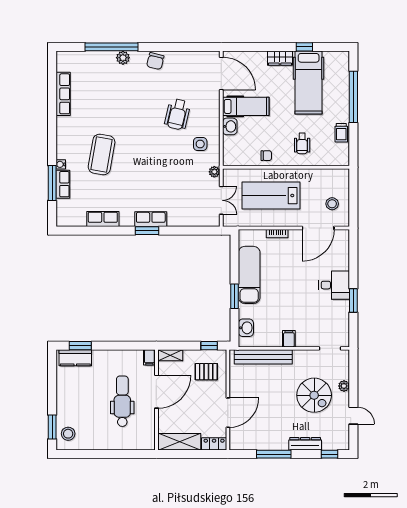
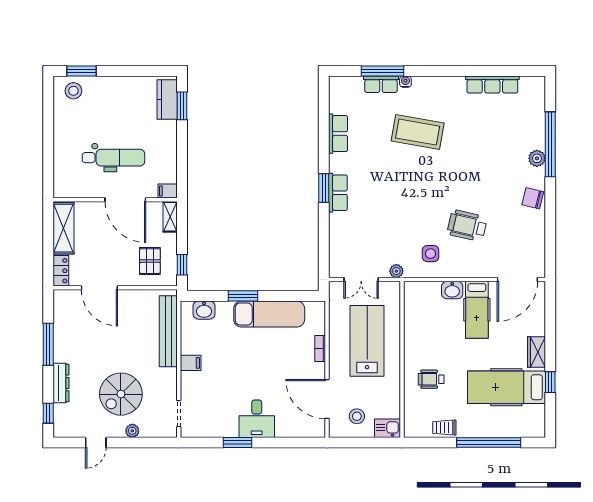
chair: (266, 156) -> (416, 335), removed
kitchen sink: (342, 179) -> (387, 428), added

